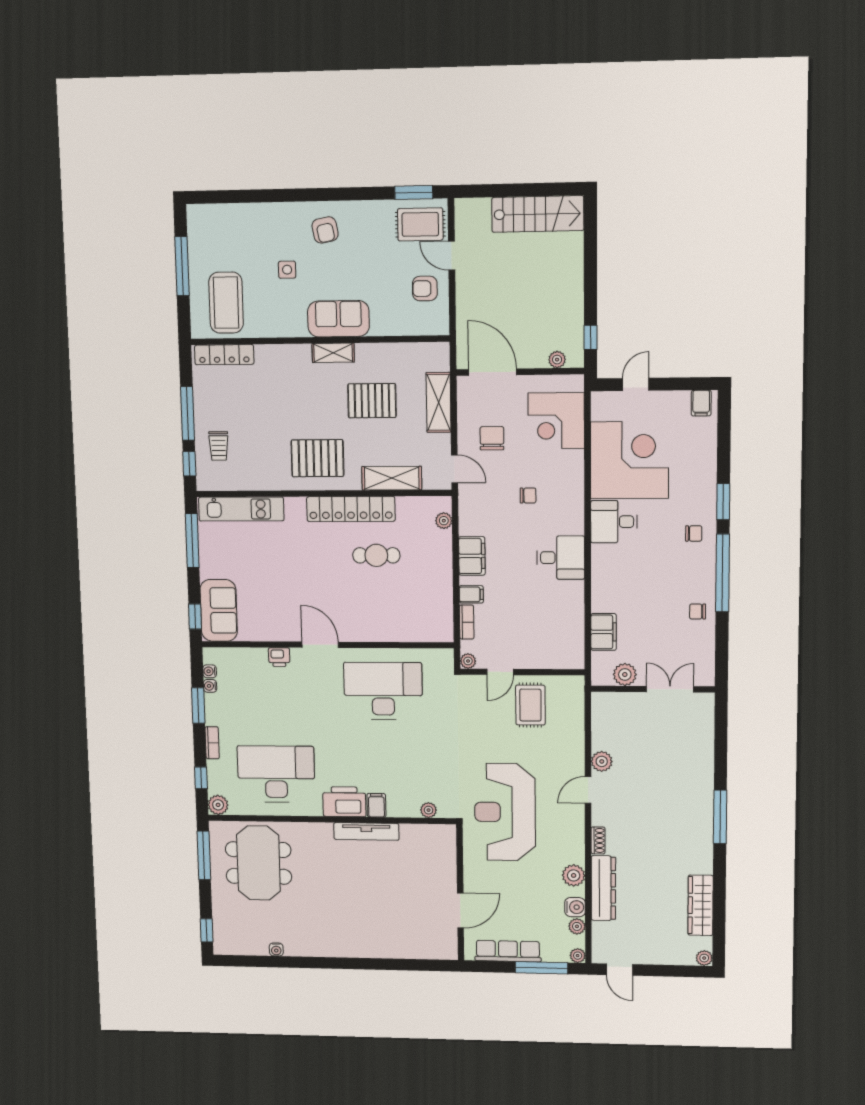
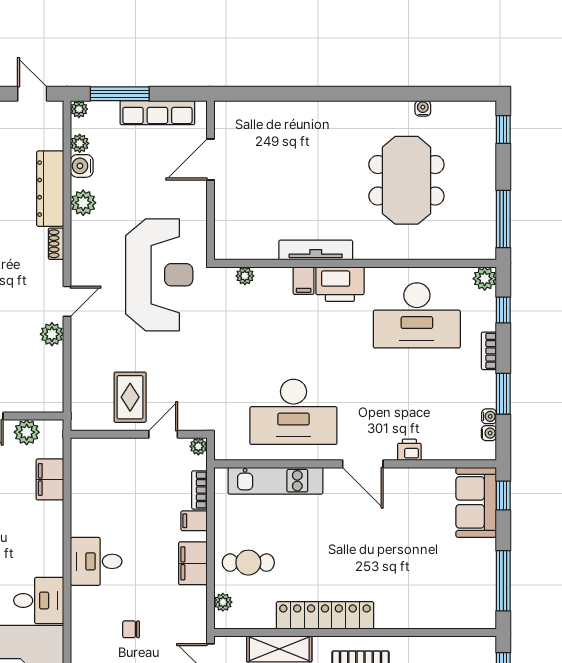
kitchen unit: (241, 509) -> (275, 481), moved, turned 180
cafe table: (376, 555) -> (248, 563), moved
meeting table: (259, 863) -> (406, 180), moved

